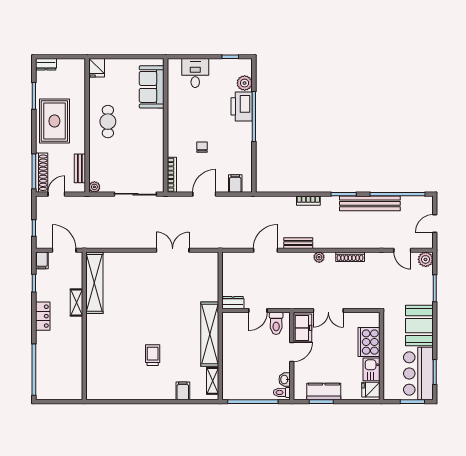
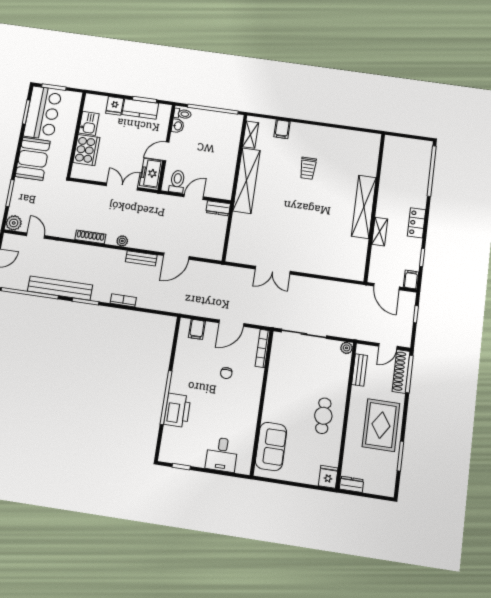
dresser: (46, 64) -> (352, 484), moved
plant: (245, 83) -> (170, 435), removed
shelving: (94, 283) -> (364, 207), moved
fridge: (371, 390) -> (115, 106), moved, turned 90

